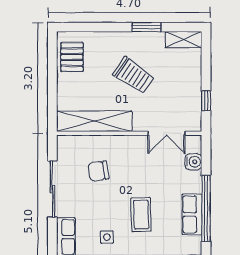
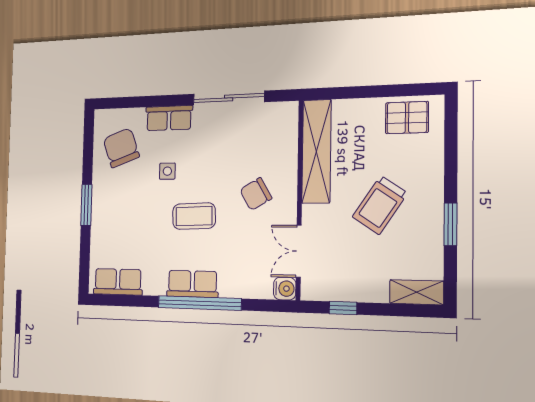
shelving: (184, 40) -> (417, 292), moved, turned 90
water cooler: (194, 162) -> (285, 289), moved, turned -90
chair: (98, 171) -> (256, 194), moved, turned -112

